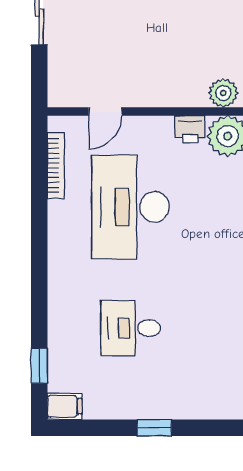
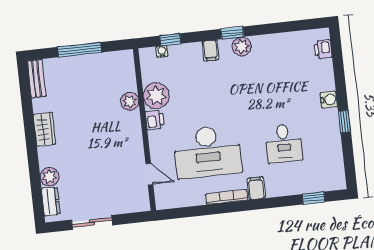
bookcase: (56, 165) -> (227, 197), moved
filing cabinet: (65, 406) -> (256, 188), moved
water cooler: (192, 407) -> (329, 100), added

